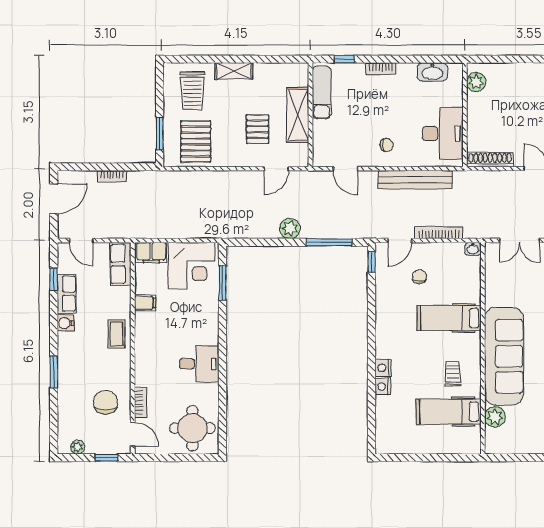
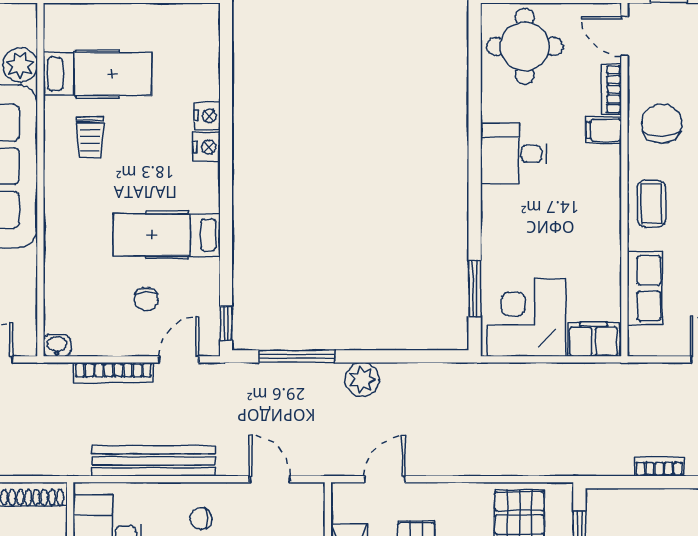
row of seats: (121, 264) -> (645, 288), moved
filing cabinet: (145, 303) -> (604, 130), moved
hospital bed: (449, 318) -> (167, 235), moved, turned 180
chair: (106, 402) -> (662, 124), moved, turned 180

